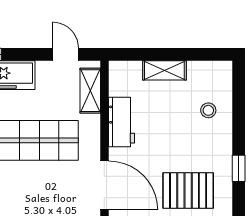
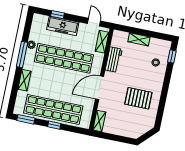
window: (239, 168) -> (172, 56), moved
door: (104, 185) -> (99, 88), swing flipped

